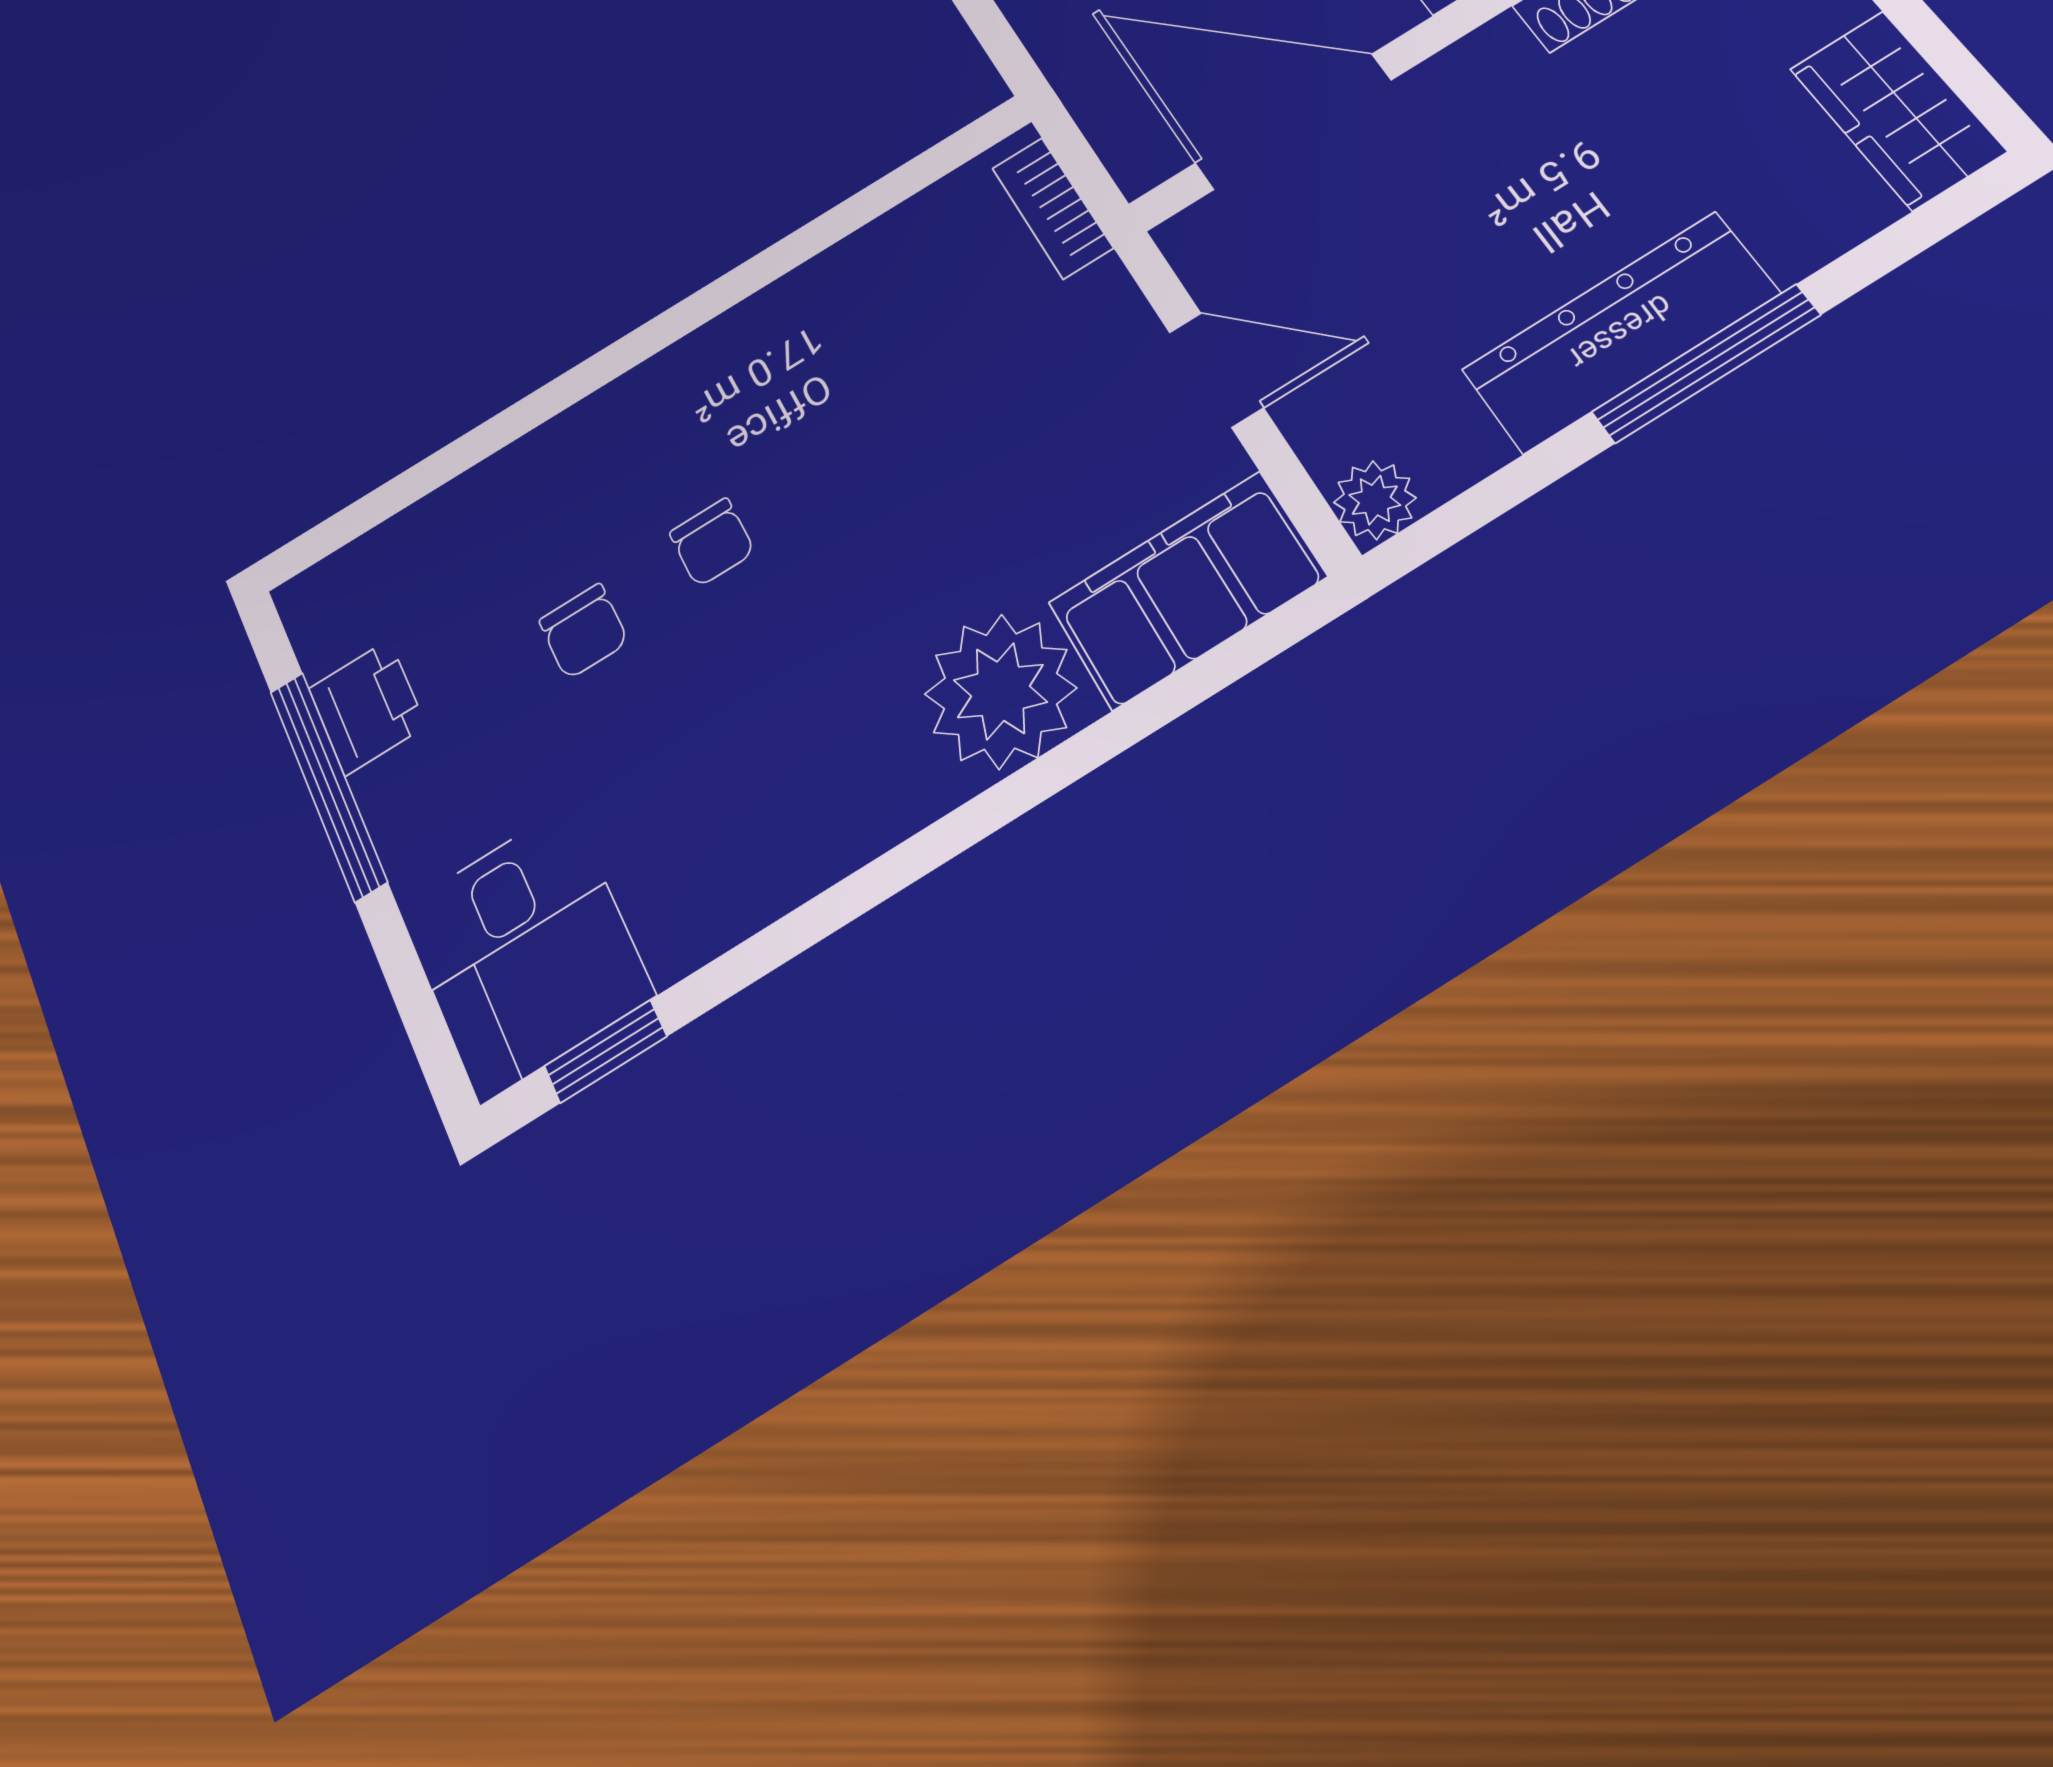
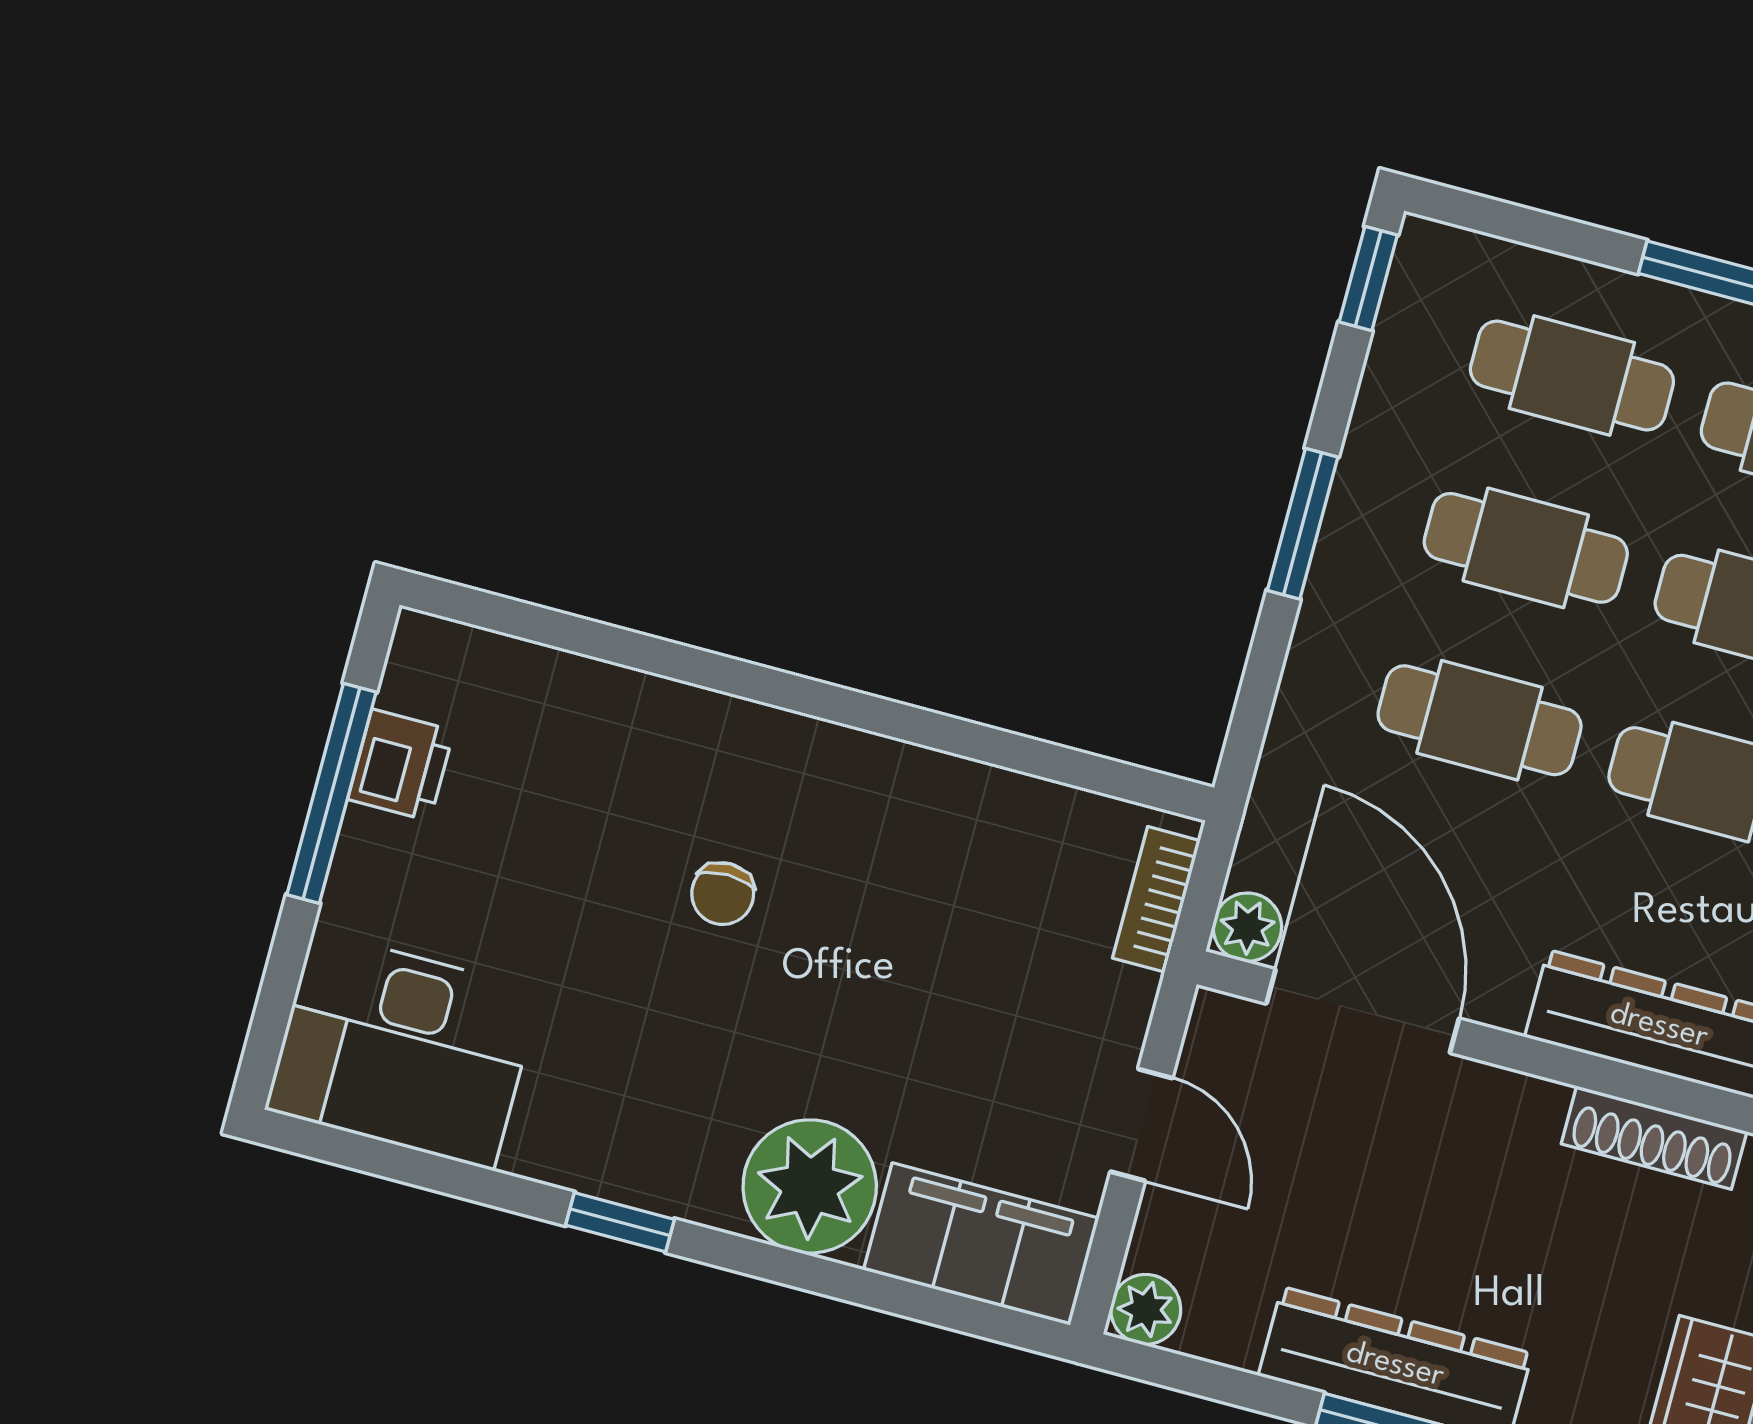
plant: (1142, 157) -> (1247, 927), added
chair: (584, 631) -> (587, 865), removed
desk: (526, 952) -> (403, 1050), width x1.37
window: (605, 1051) -> (620, 1222), moved

